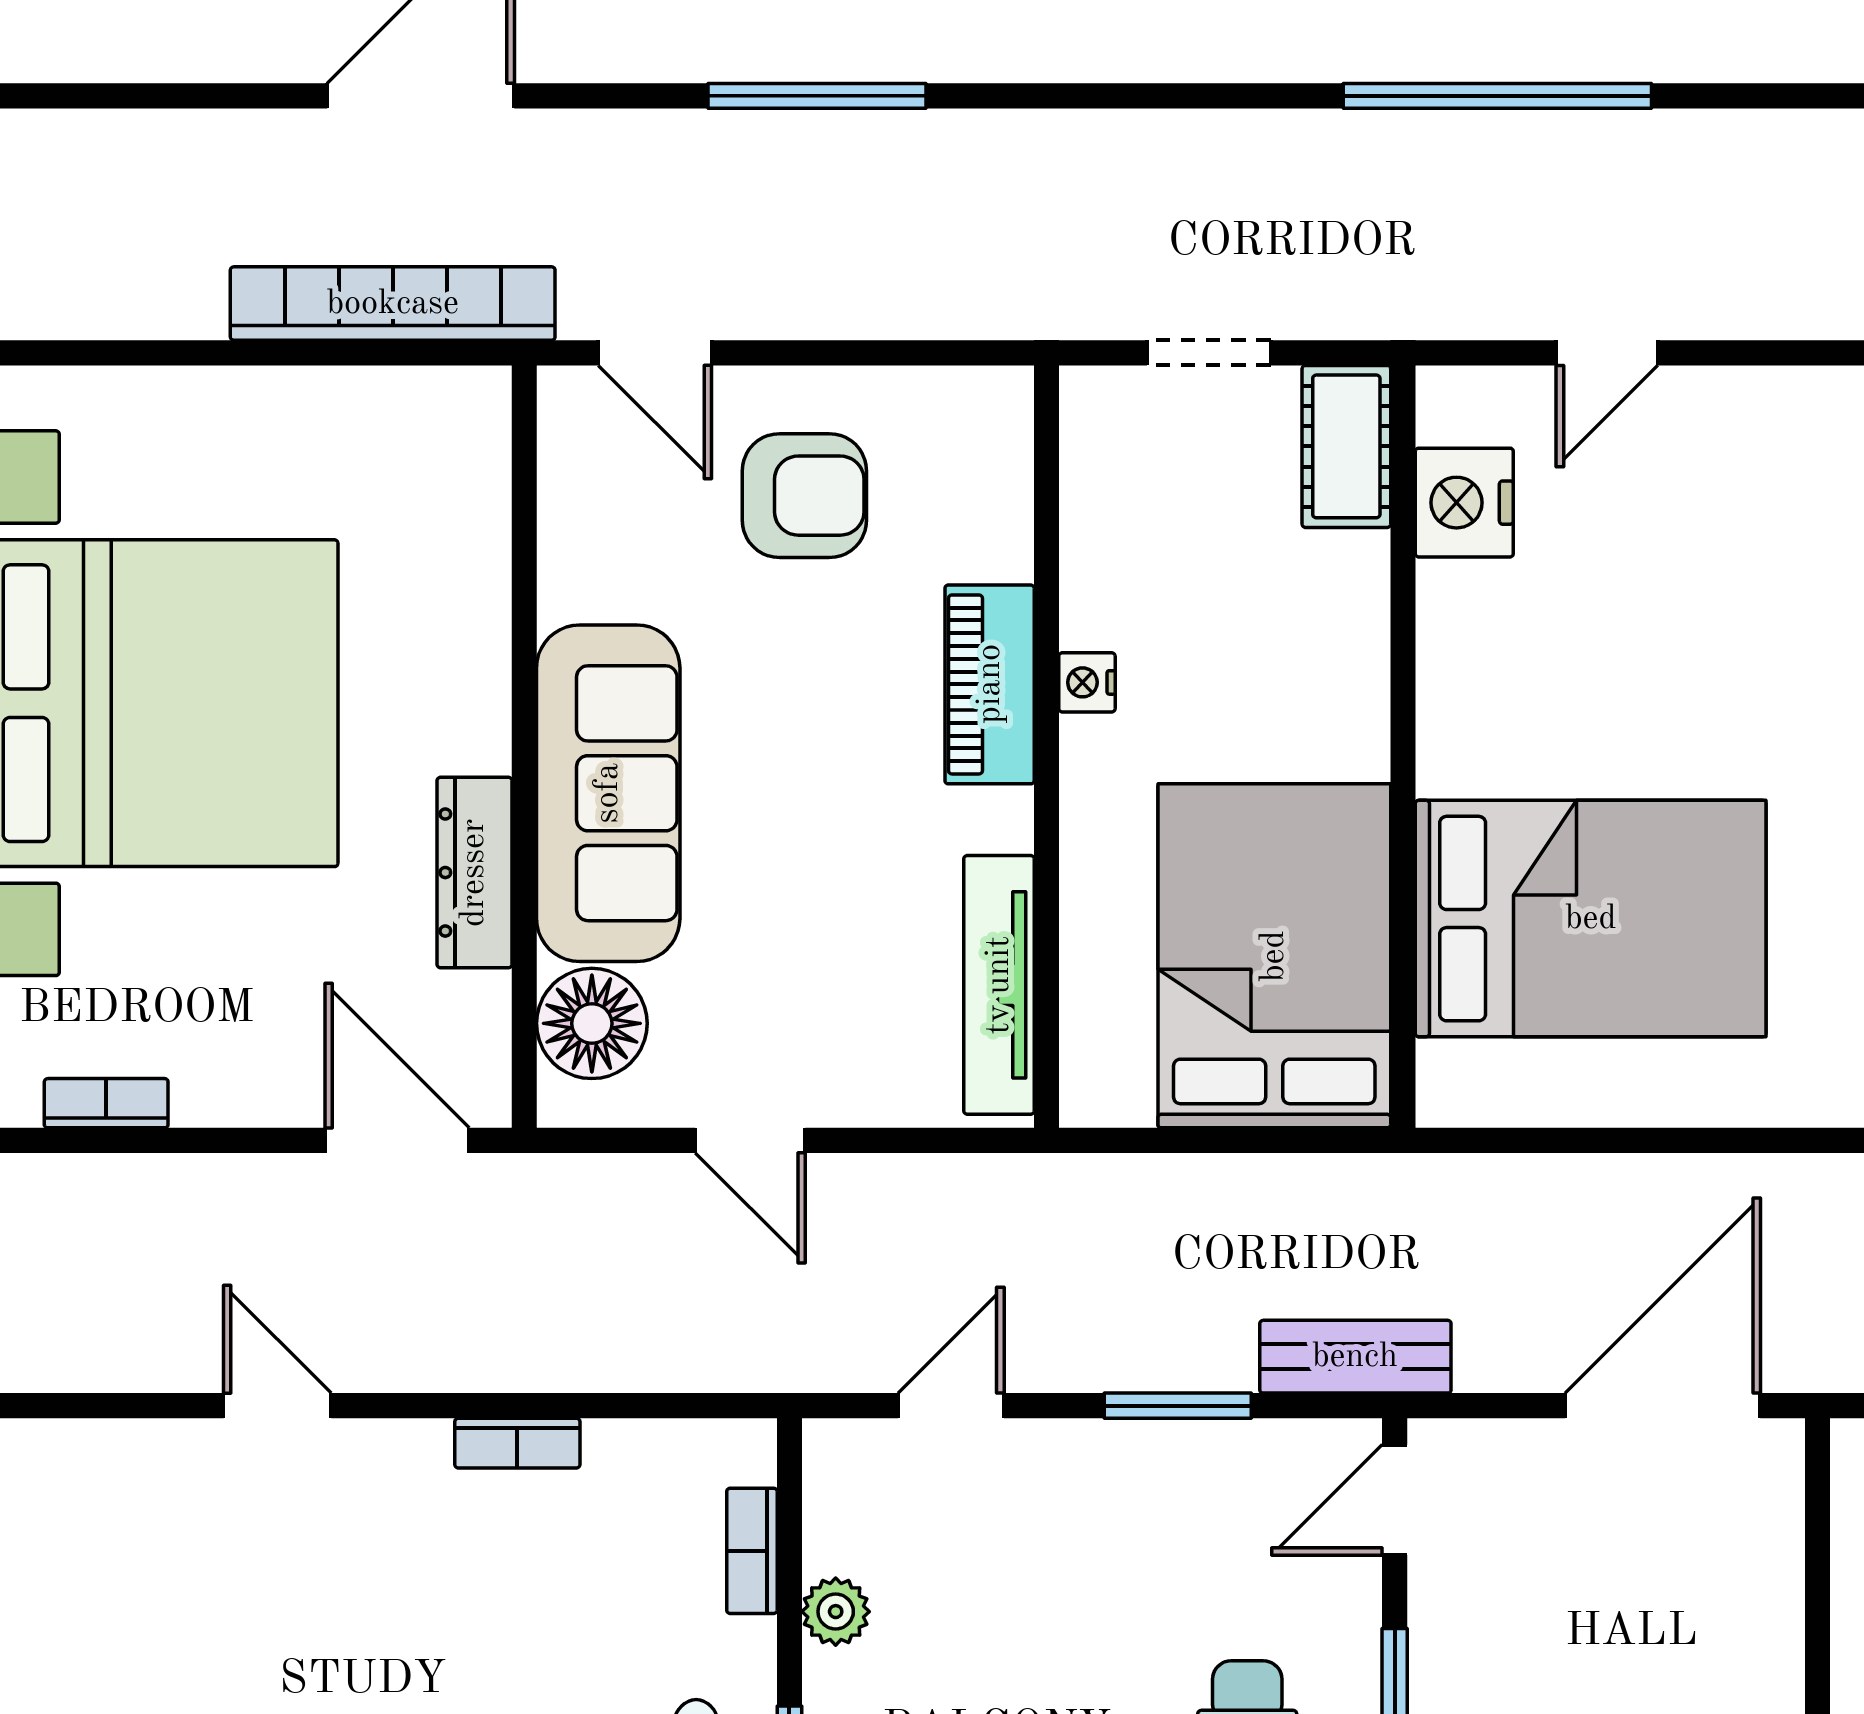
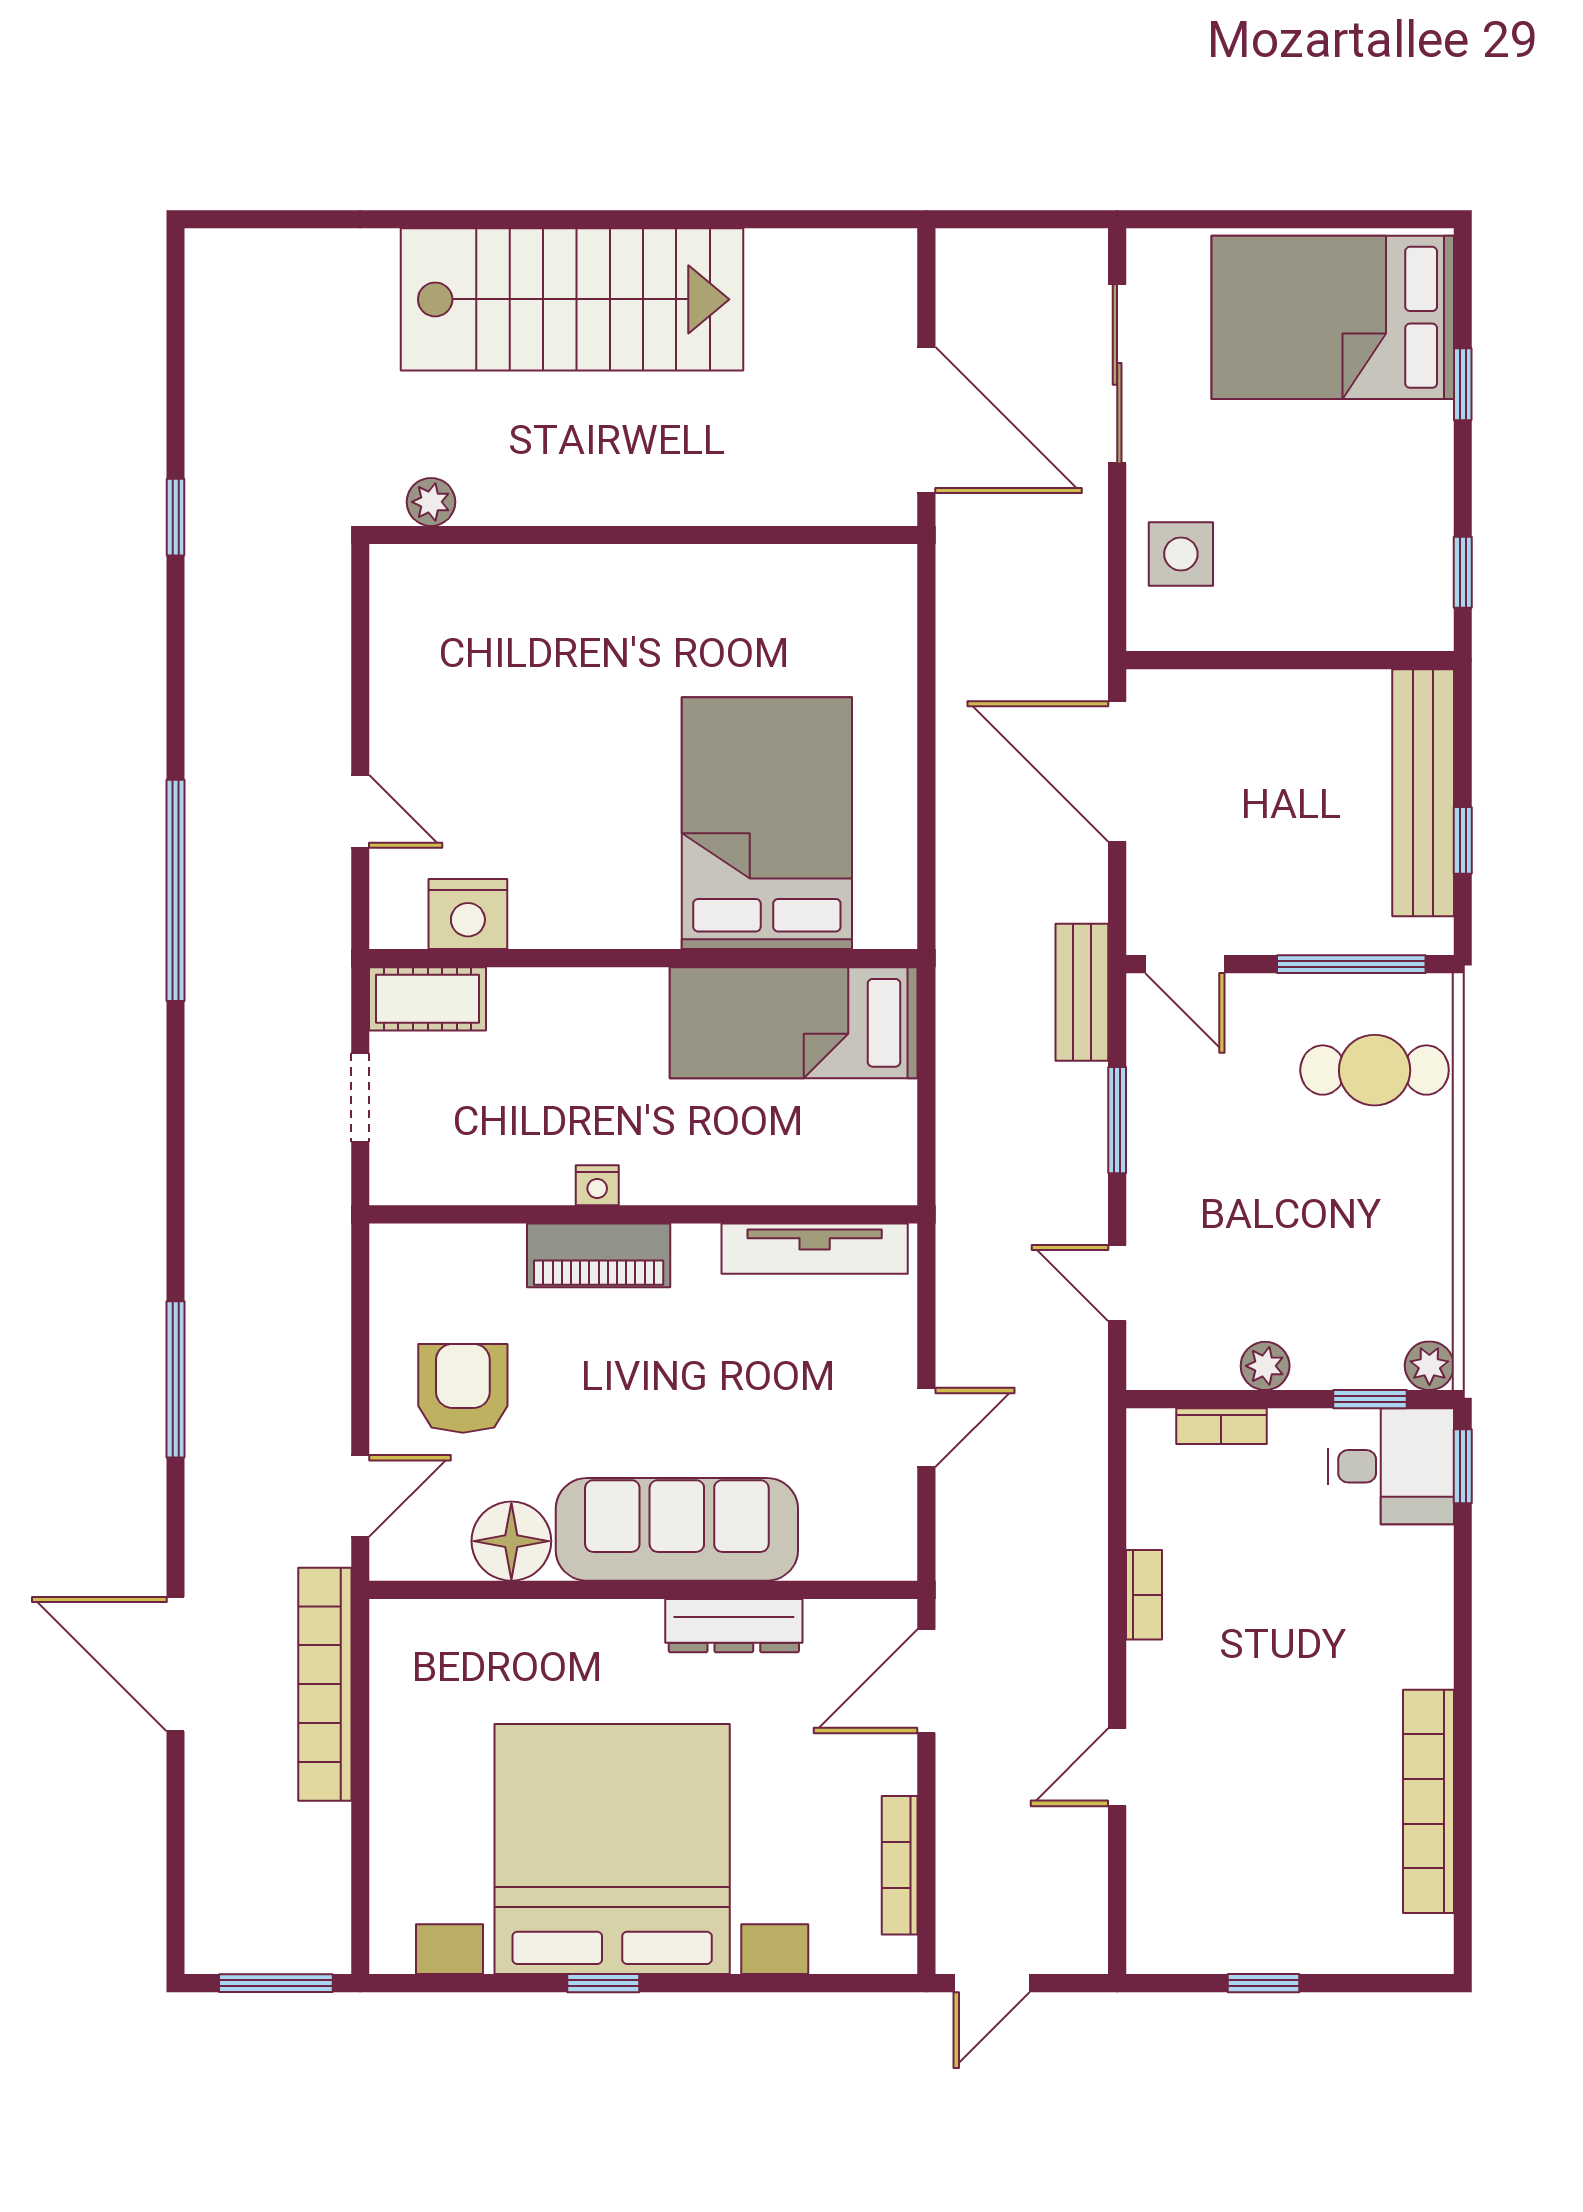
bed: (1274, 956) -> (794, 1023), width x0.67
floor lamp: (592, 1023) -> (511, 1541), moved
bookcase: (106, 1103) -> (900, 1865), width x1.56

